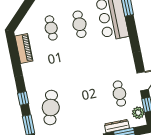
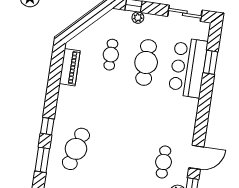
cafe table: (80, 24) -> (146, 62), width x1.37, depth x1.35

